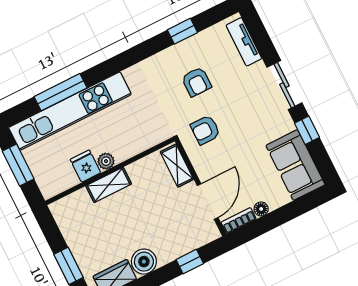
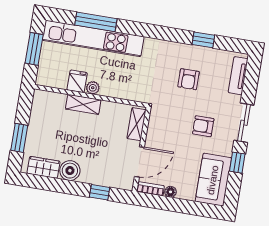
armchair: (205, 130) -> (203, 126), moved

